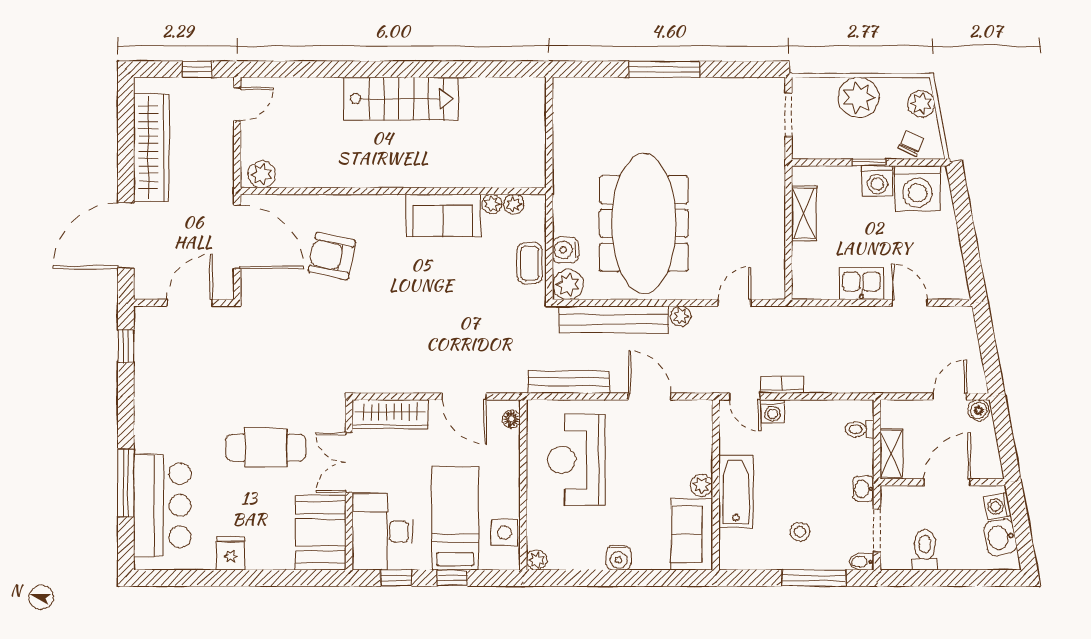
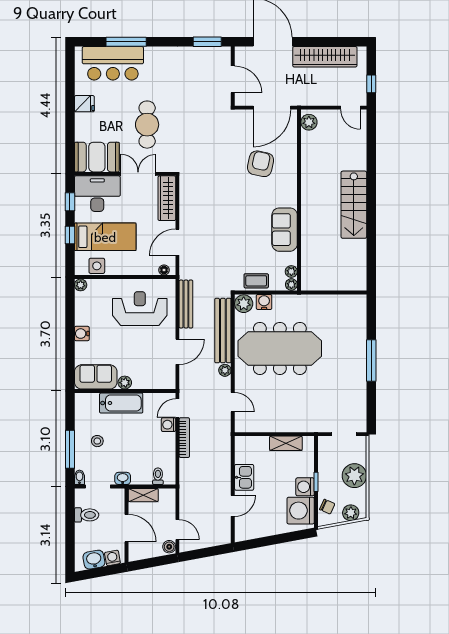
plant: (492, 204) -> (291, 284), moved
window: (126, 346) -> (207, 42), width x1.50
bookcase: (782, 385) -> (184, 438), width x1.56

